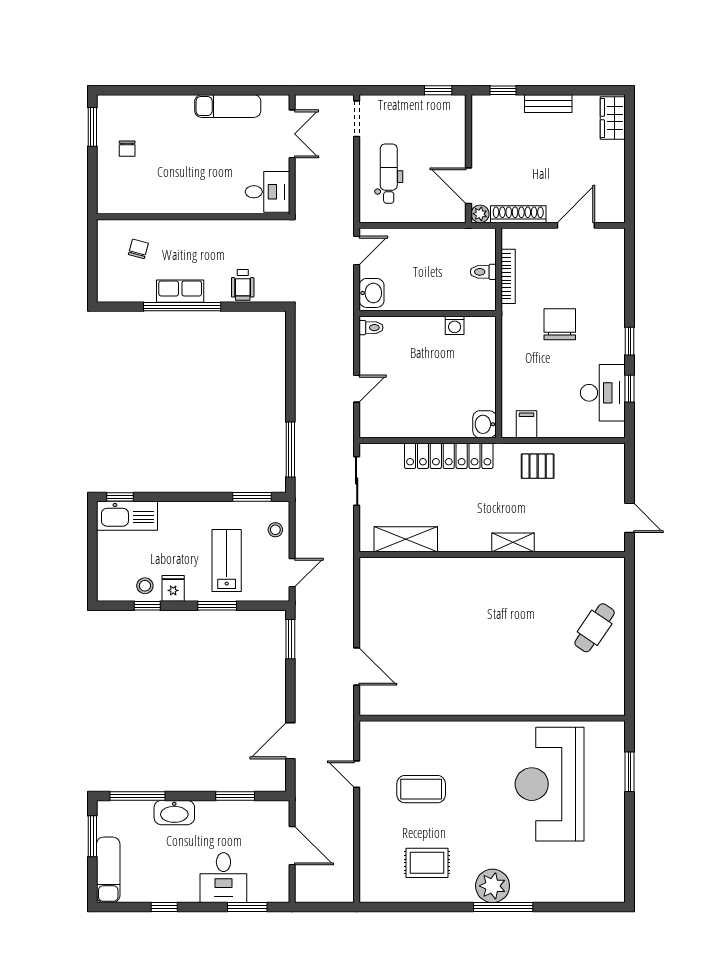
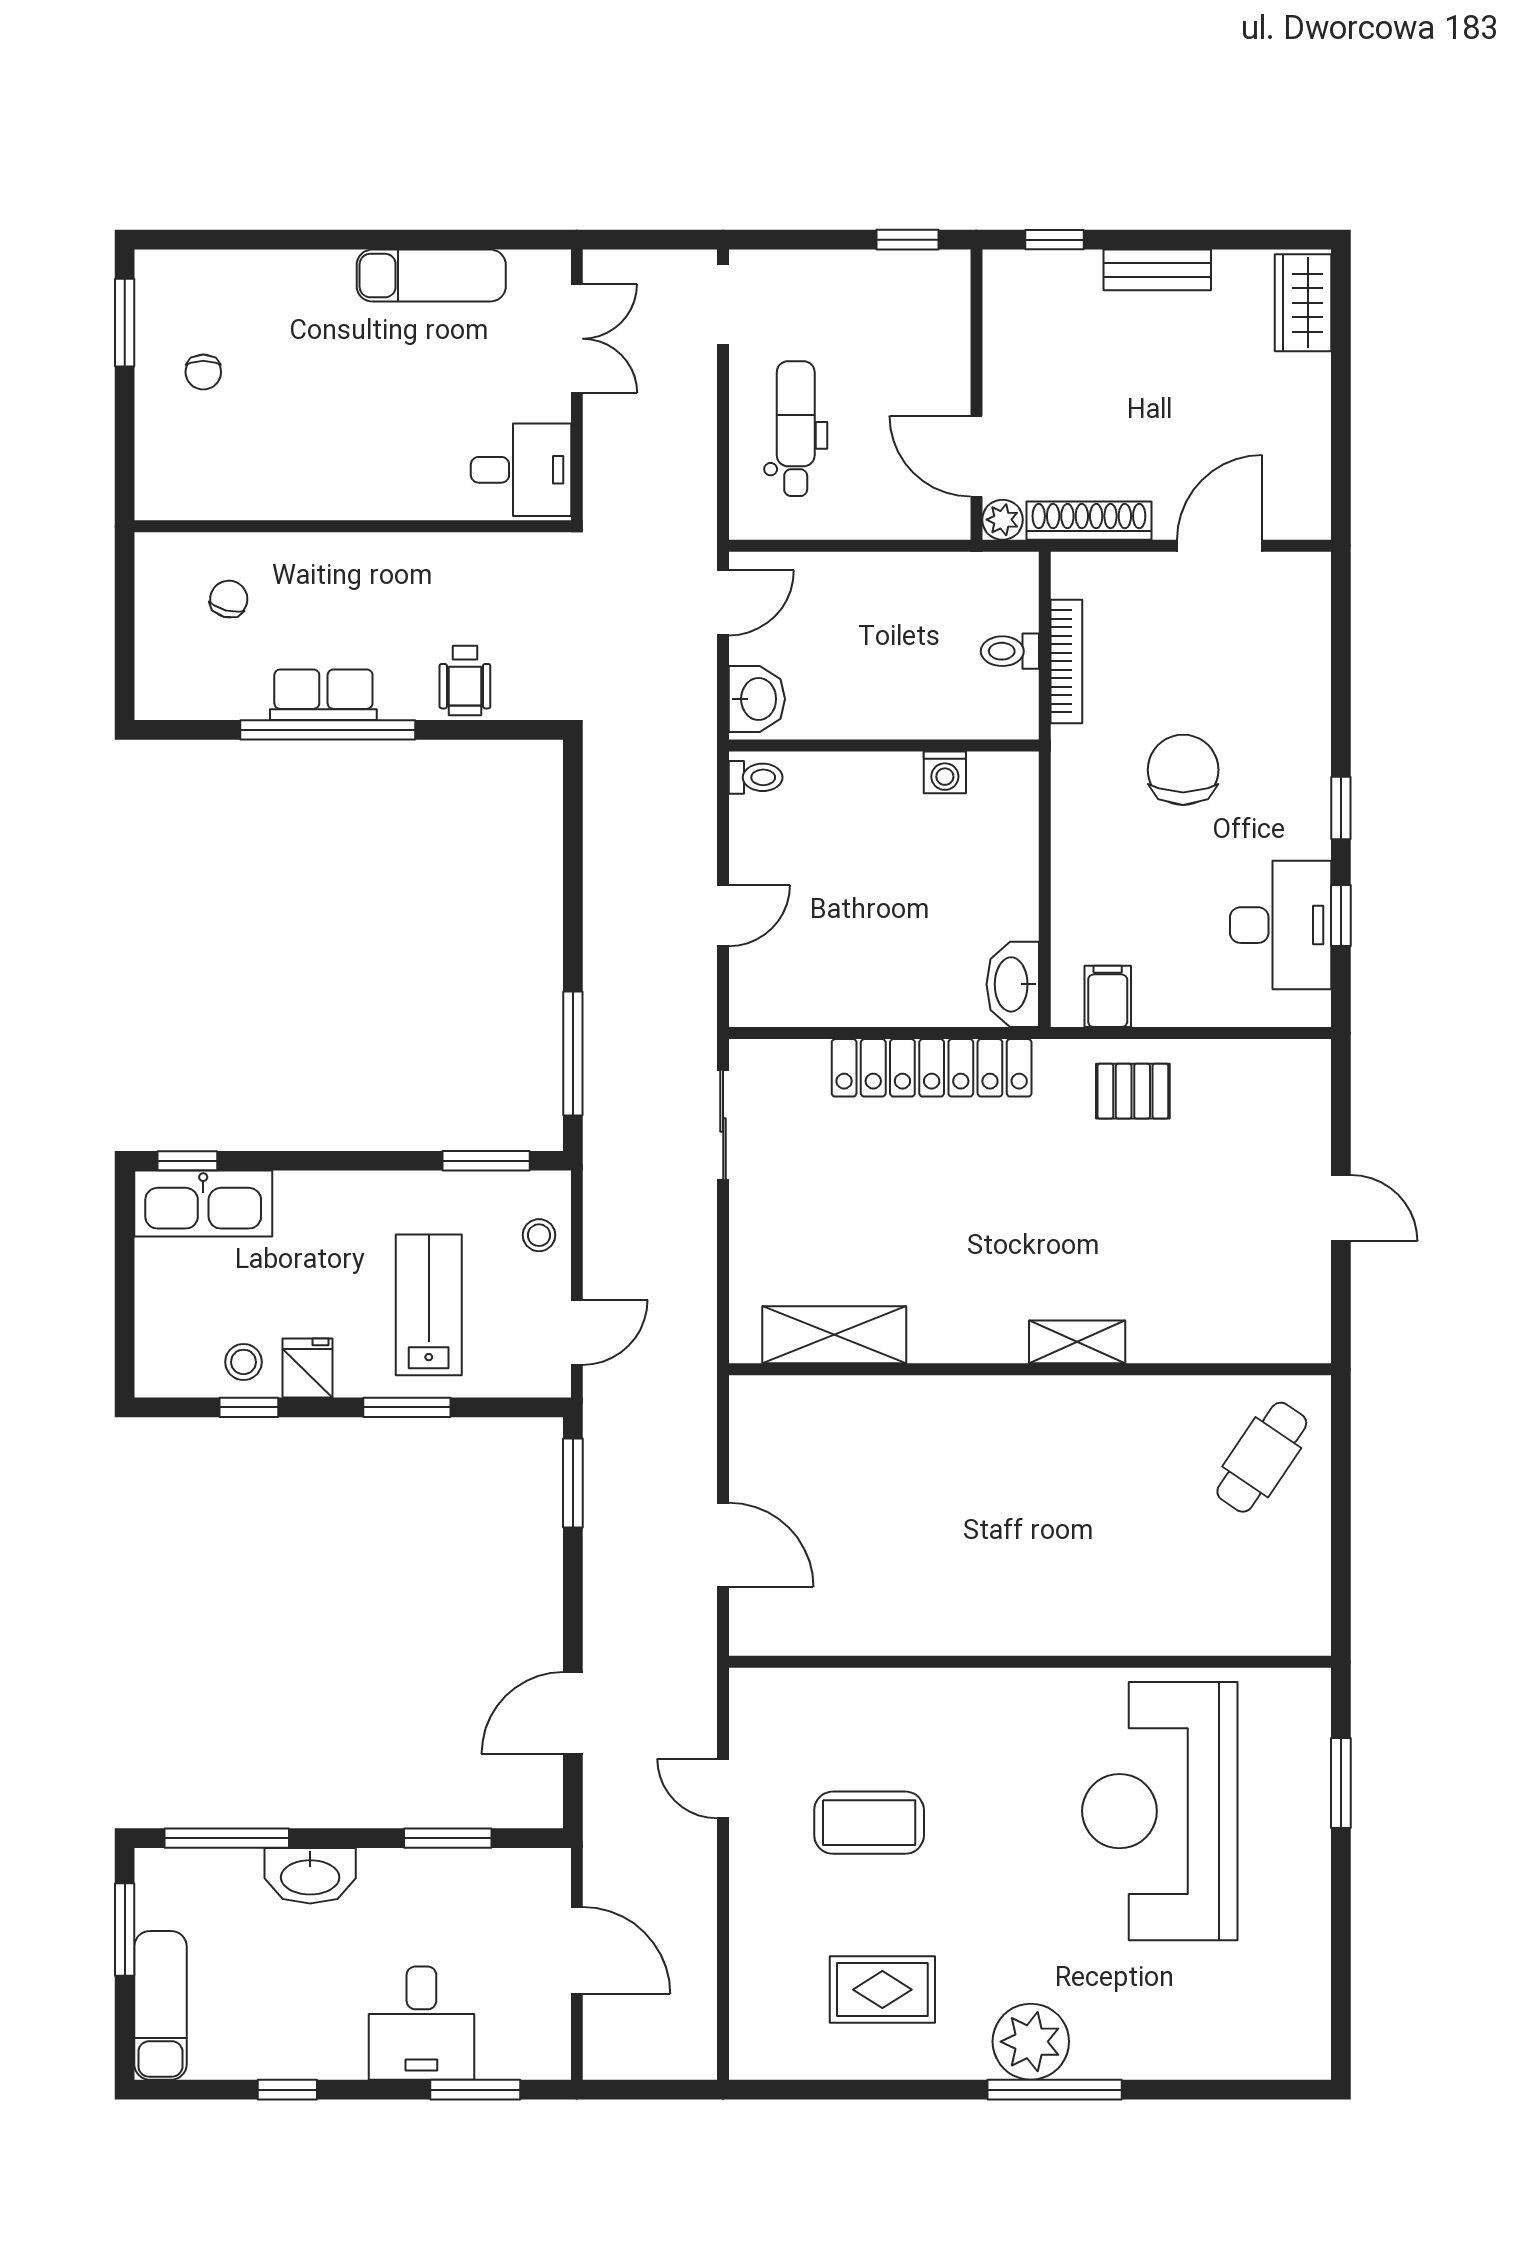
washbasin: (485, 424) -> (1013, 984), width x1.38
shelving: (406, 539) -> (834, 1335), moved
shelving: (513, 542) -> (1077, 1342), moved
wall: (492, 555) -> (1030, 1369), moved

